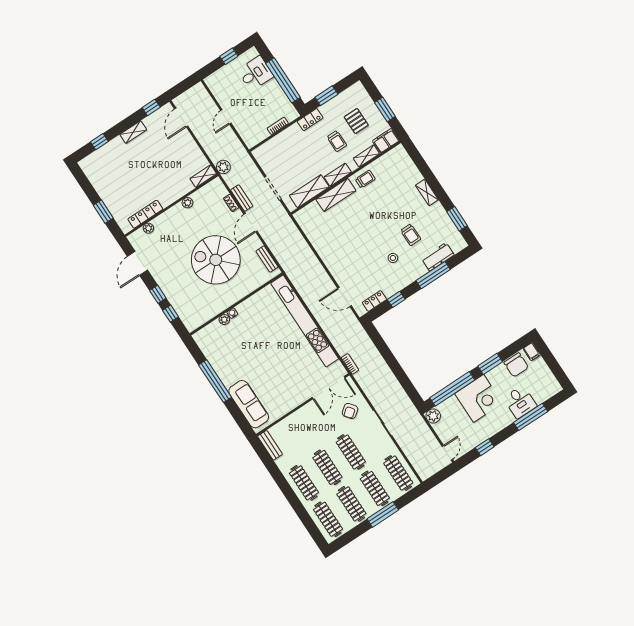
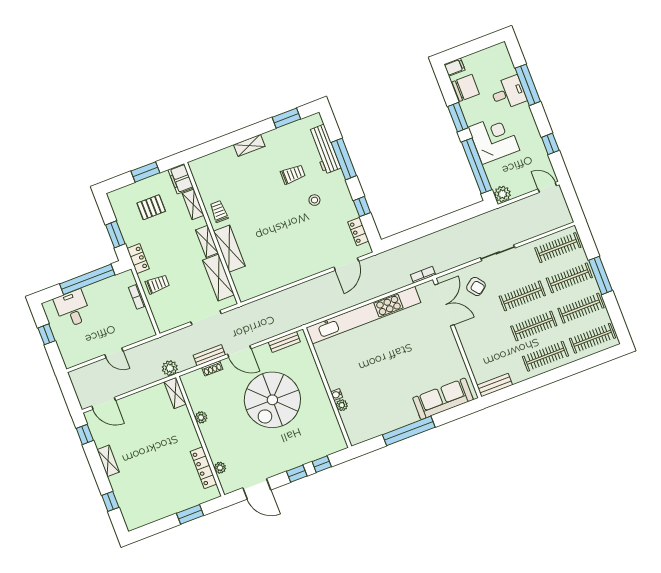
trolley: (337, 141) -> (157, 284), moved
workbench: (438, 257) -> (324, 149), width x1.38

